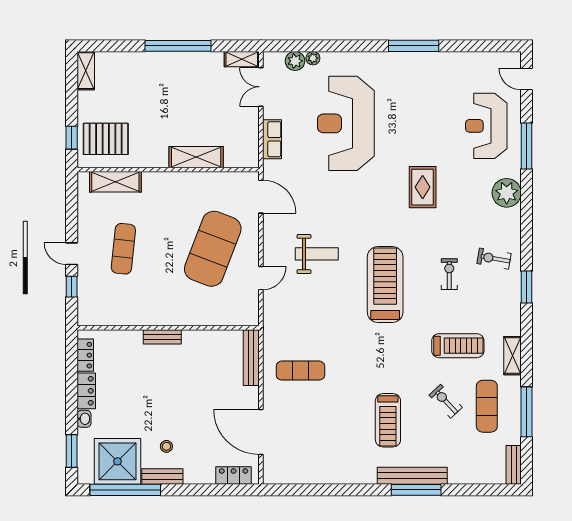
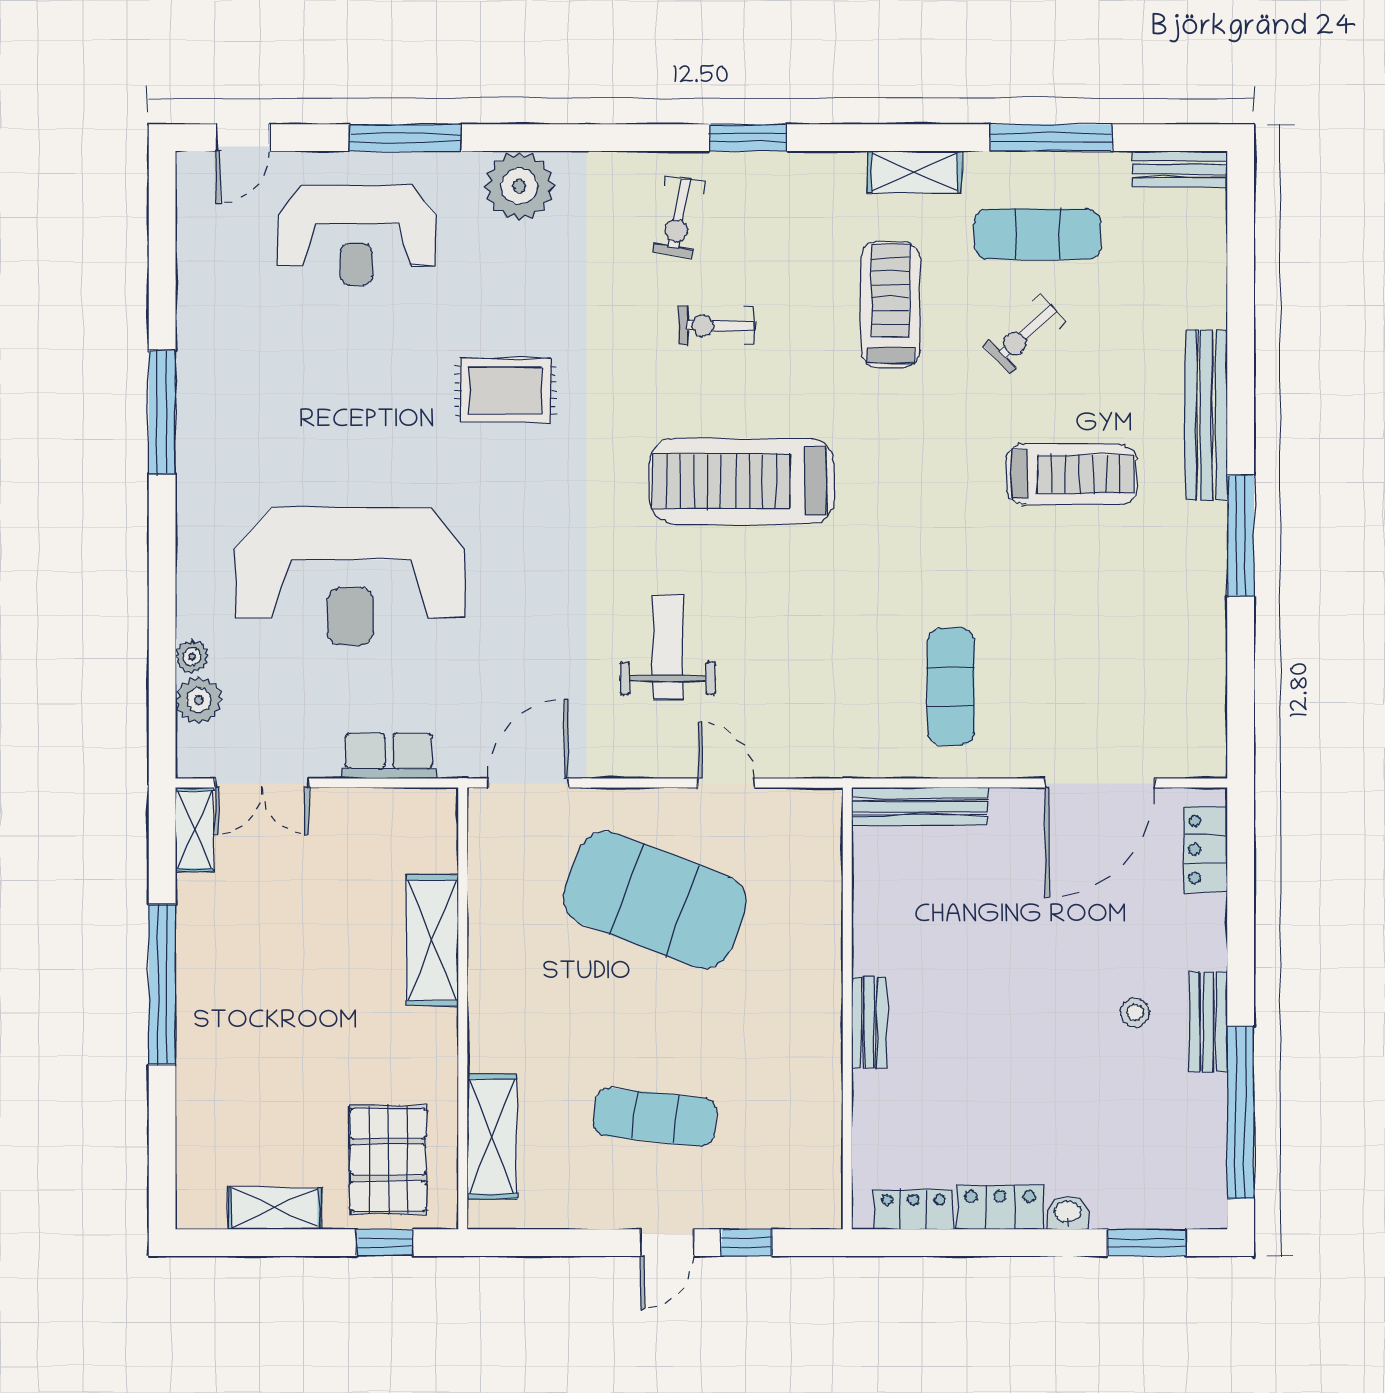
shelving: (86, 71) -> (275, 1208), moved
shower: (117, 461) -> (1171, 1131), removed
window: (416, 490) -> (1241, 536), moved

